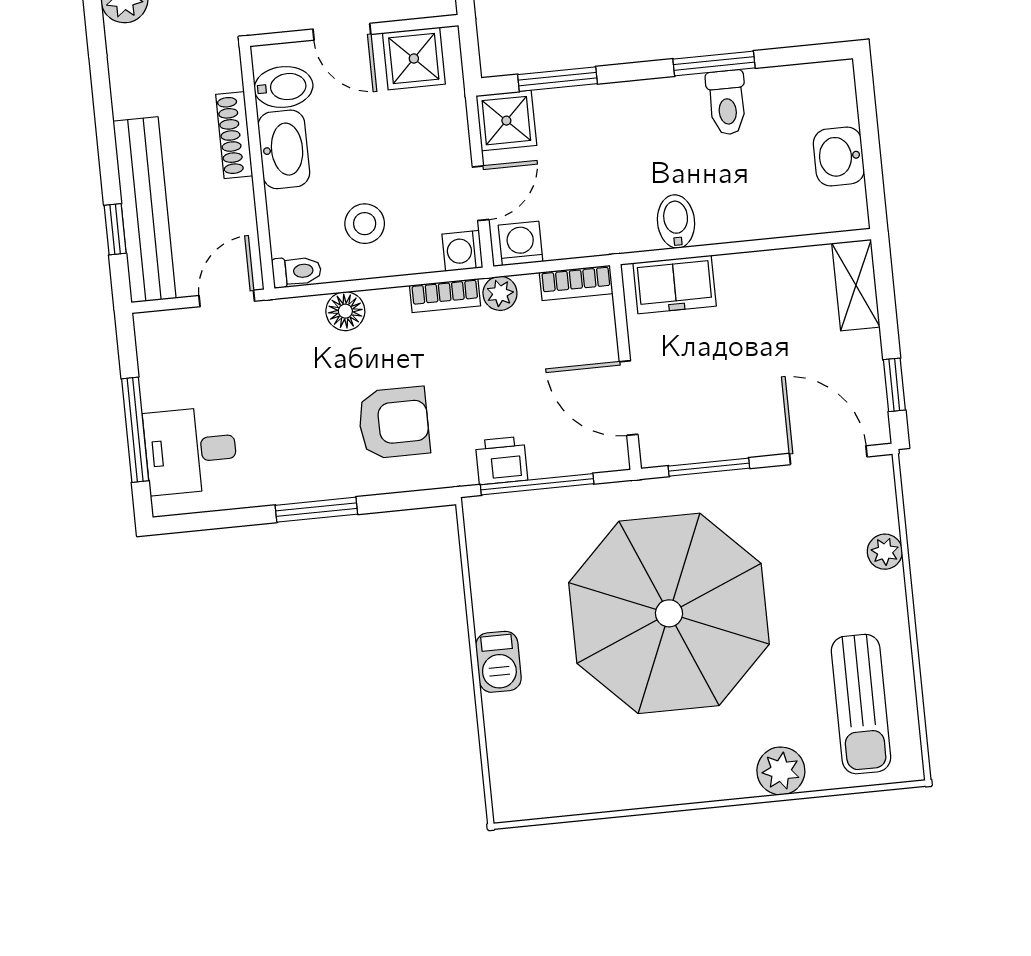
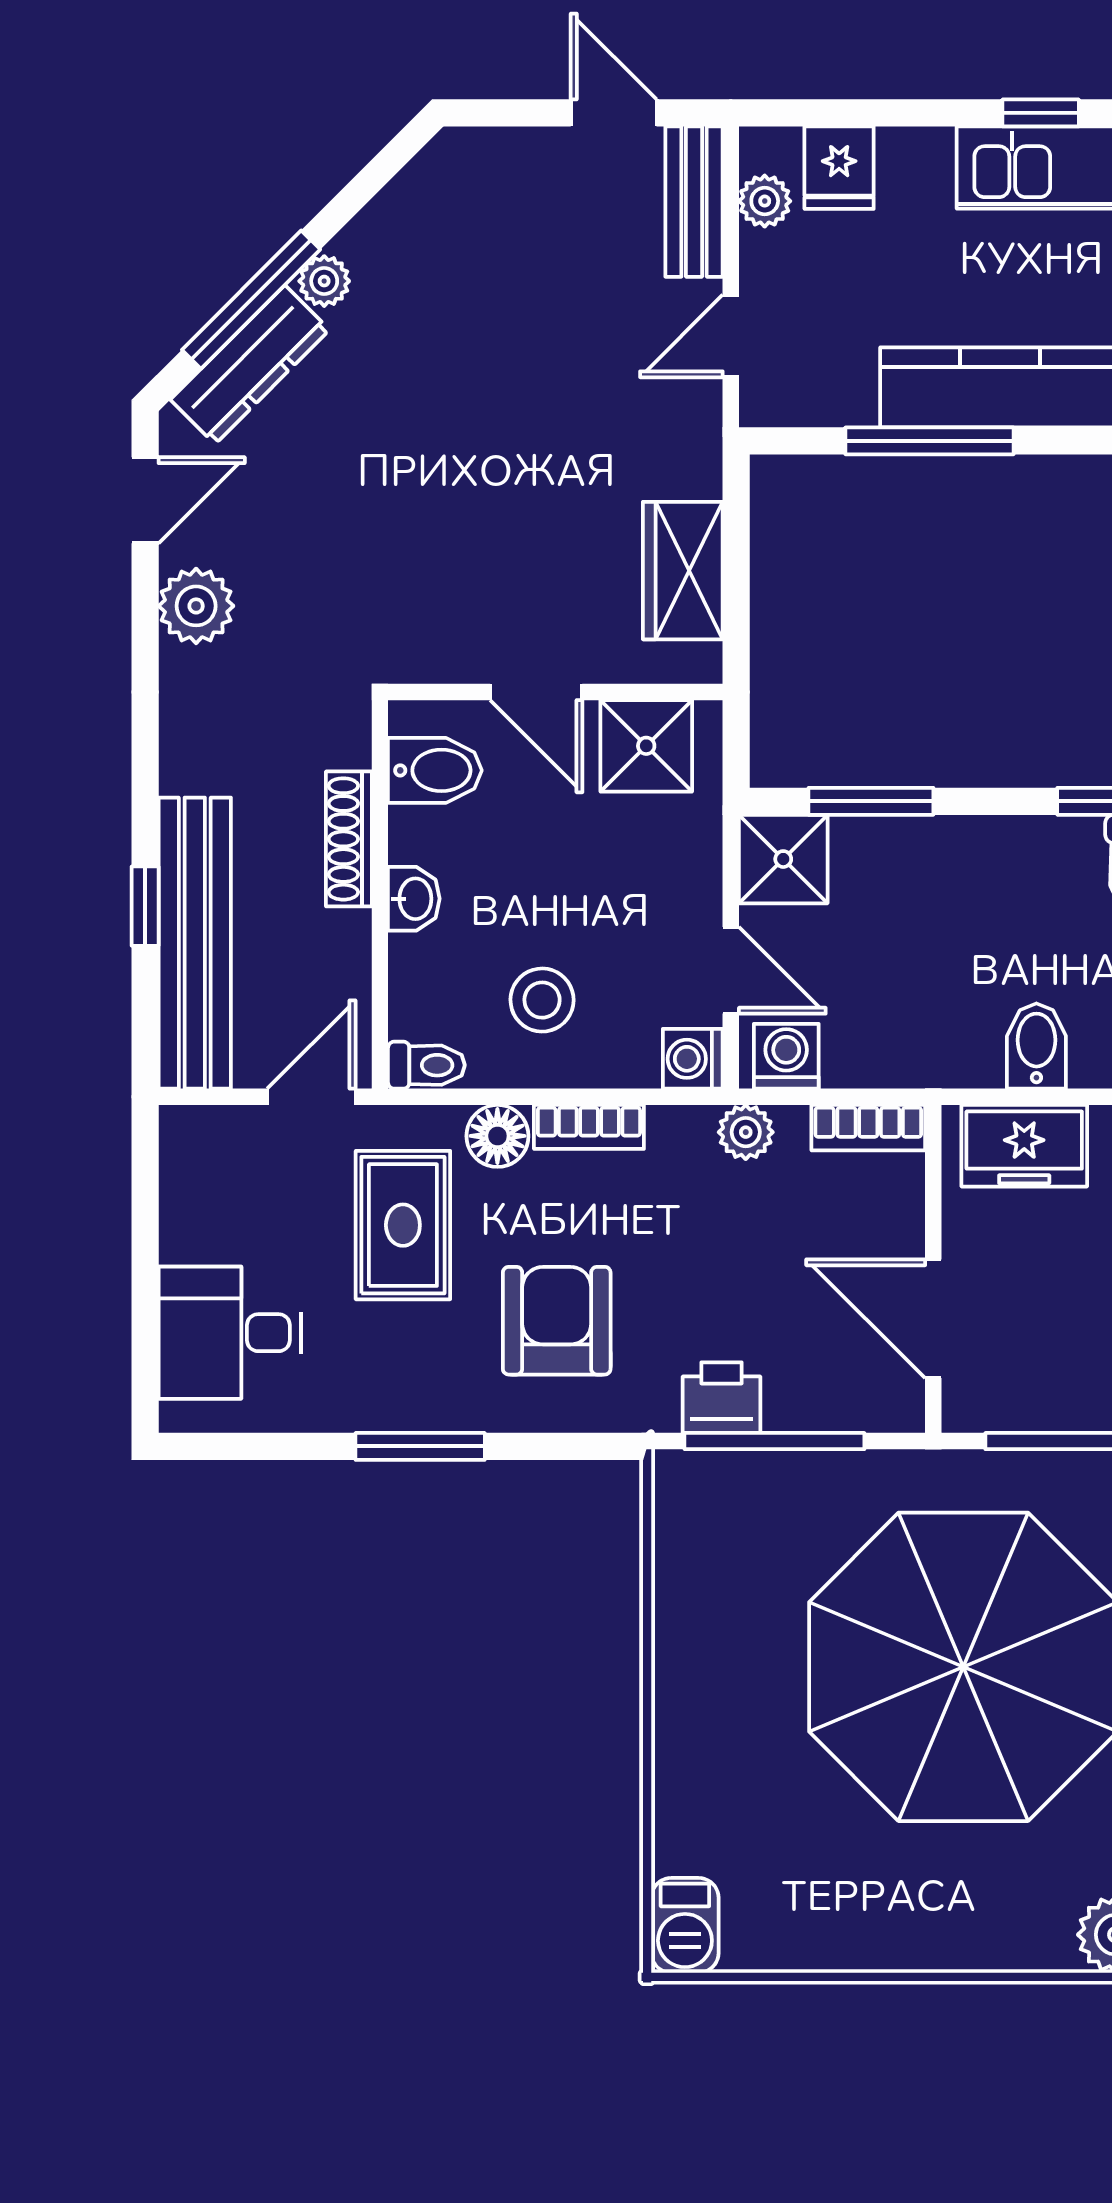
washbasin: (284, 149) -> (414, 899), width x0.52, depth x0.69
door: (481, 193) -> (731, 970), hinge flipped
window: (115, 229) -> (145, 906), moved
bookcase: (445, 296) -> (589, 1127), moved
rug: (292, 373) -> (403, 1225), added
armchair: (394, 423) -> (557, 1321), turned -90
window: (135, 430) -> (145, 1291), removed
barbecue: (498, 662) -> (685, 1925), moved

